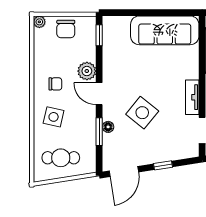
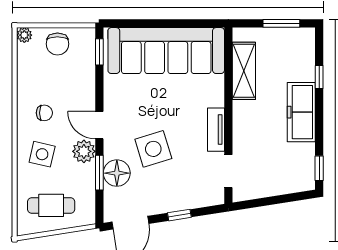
sofa: (165, 30) -> (166, 51), width x1.36, depth x1.27
plant: (87, 71) -> (84, 151), moved
side table: (142, 113) -> (153, 149), turned 34
floor lamp: (108, 127) -> (117, 173), width x1.89, depth x1.89

